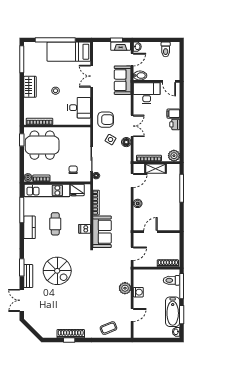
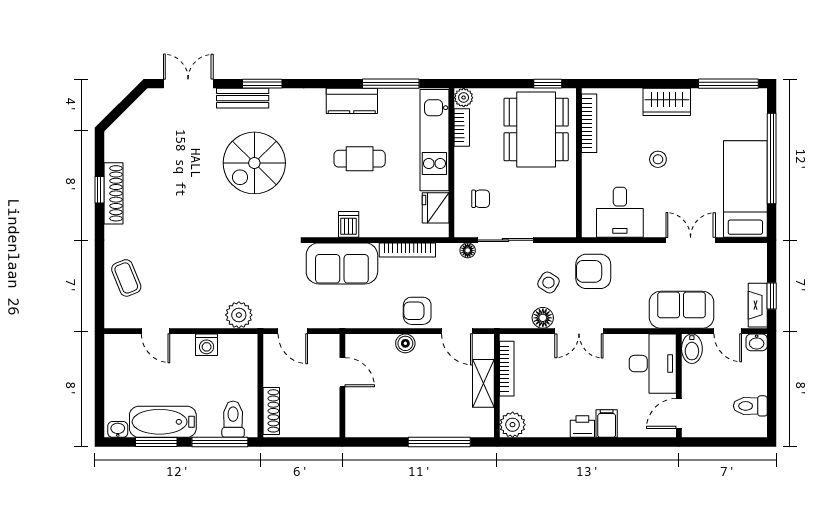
armchair: (106, 120) -> (593, 271), turned 90
armchair: (123, 198) -> (417, 311), added
plant: (125, 288) -> (239, 315), moved

